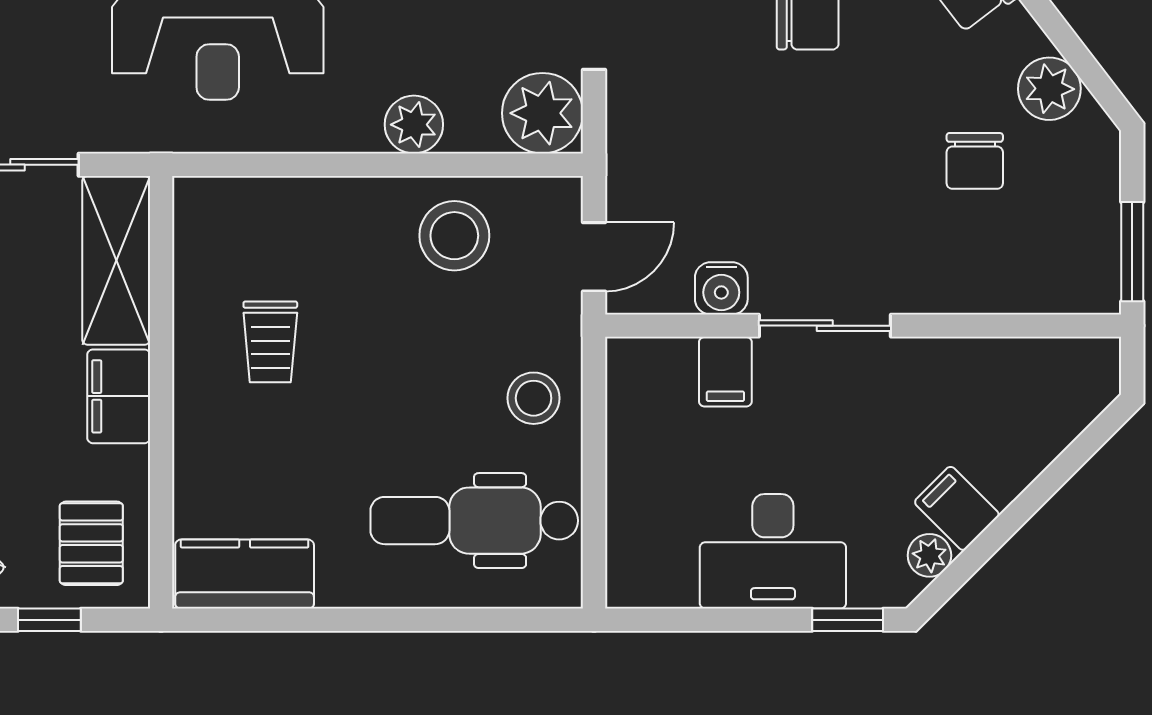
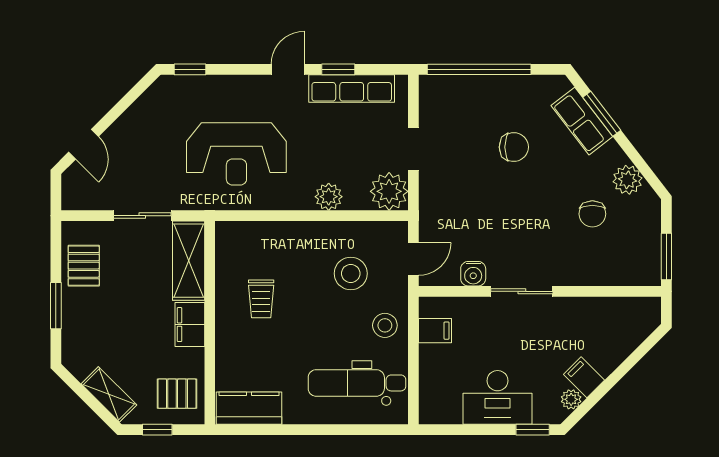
stool: (454, 236) -> (351, 273), moved
filing cabinet: (725, 372) -> (435, 331), moved, turned -90
pallet: (91, 543) -> (177, 394), turned 90

